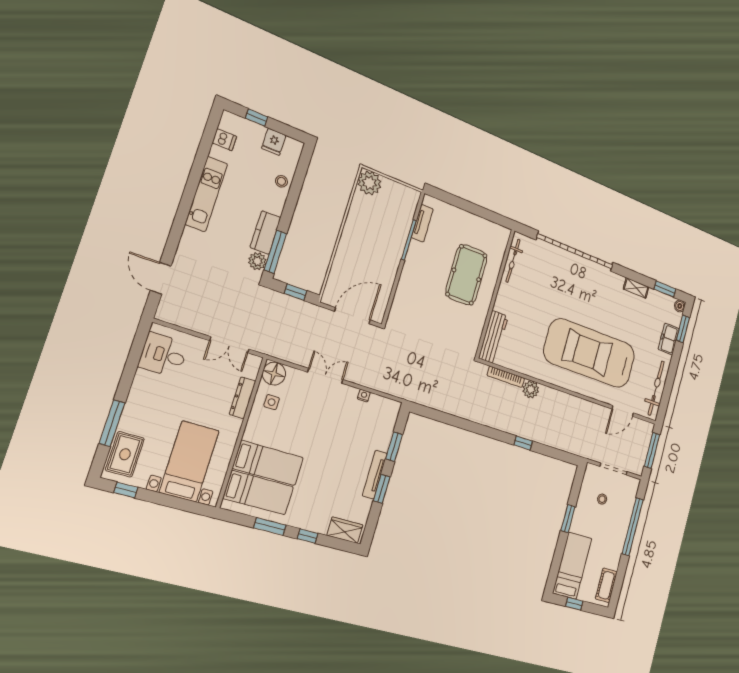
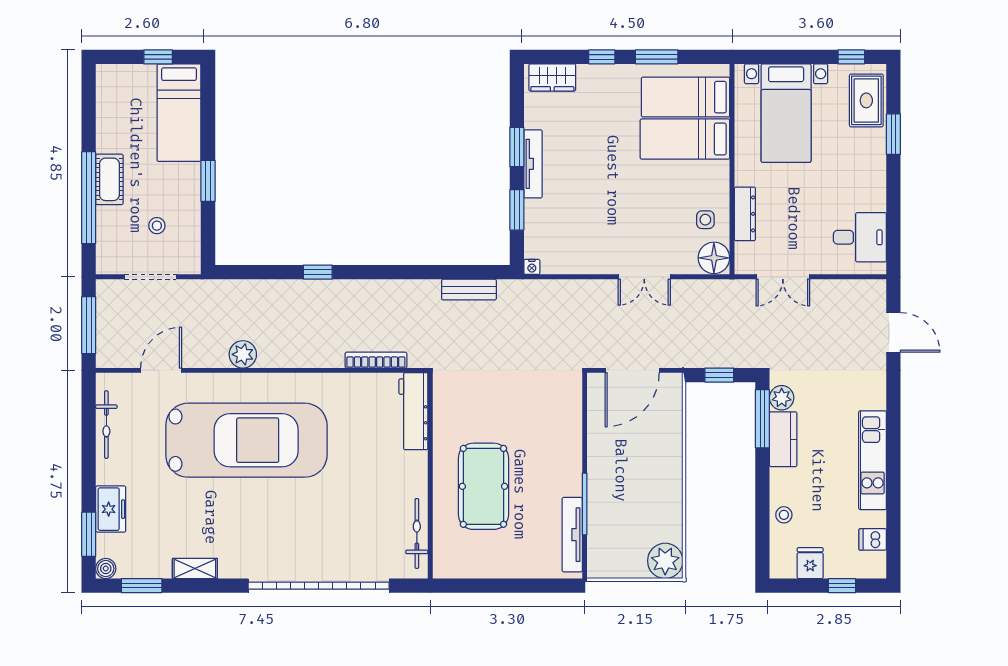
tv unit: (422, 223) -> (572, 535), width x1.41
double door: (229, 345) -> (783, 277), swing flipped
bicycle: (656, 388) -> (106, 425), width x0.73, depth x0.71
plant: (531, 389) -> (243, 354), moved
nightstand: (364, 396) -> (532, 267), moved
bench: (439, 403) -> (469, 290), added
window: (112, 423) -> (893, 134), width x0.69
cot: (606, 585) -> (109, 179), moved

